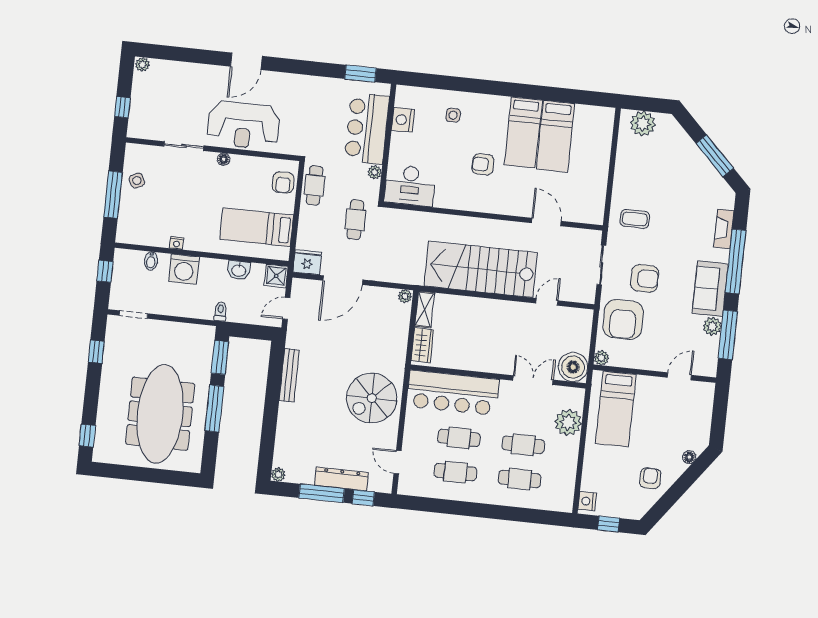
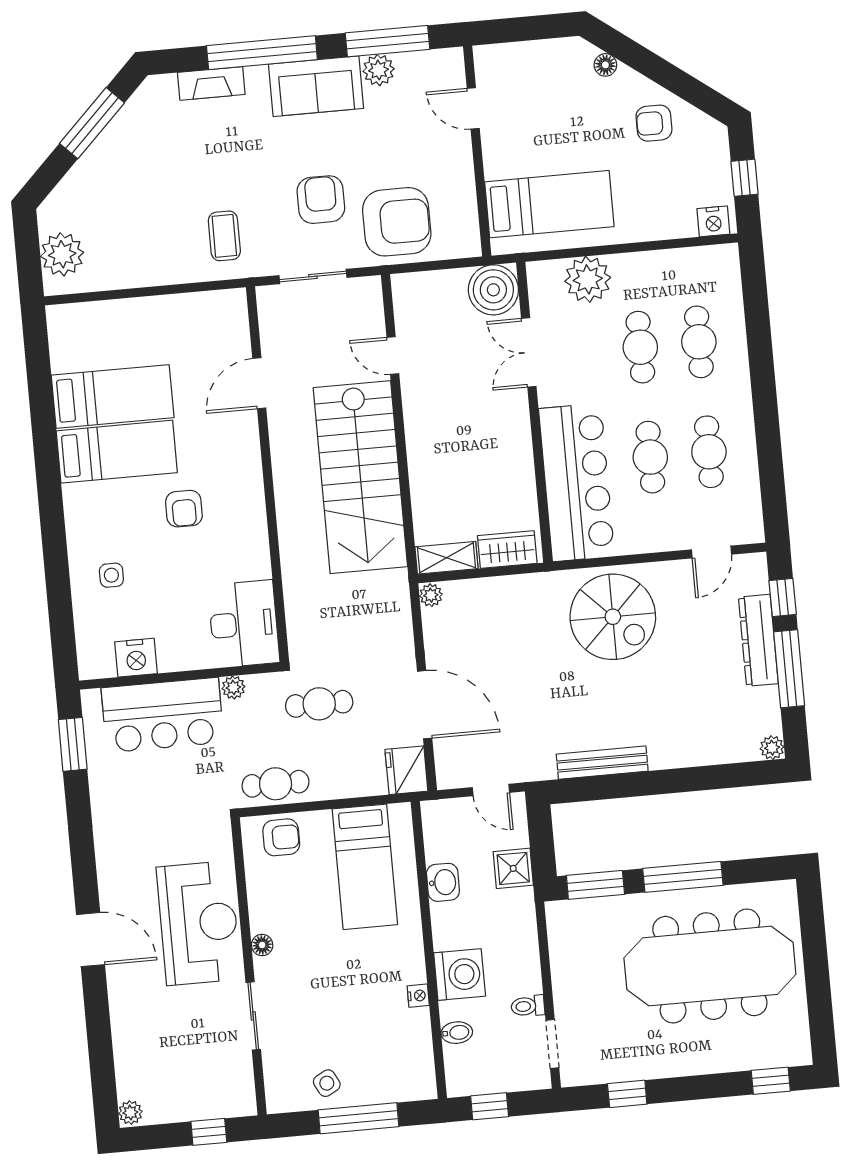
shower: (276, 276) -> (513, 868), moved
toilet: (220, 311) -> (528, 1006), moved
plant: (601, 358) -> (469, 245), removed

